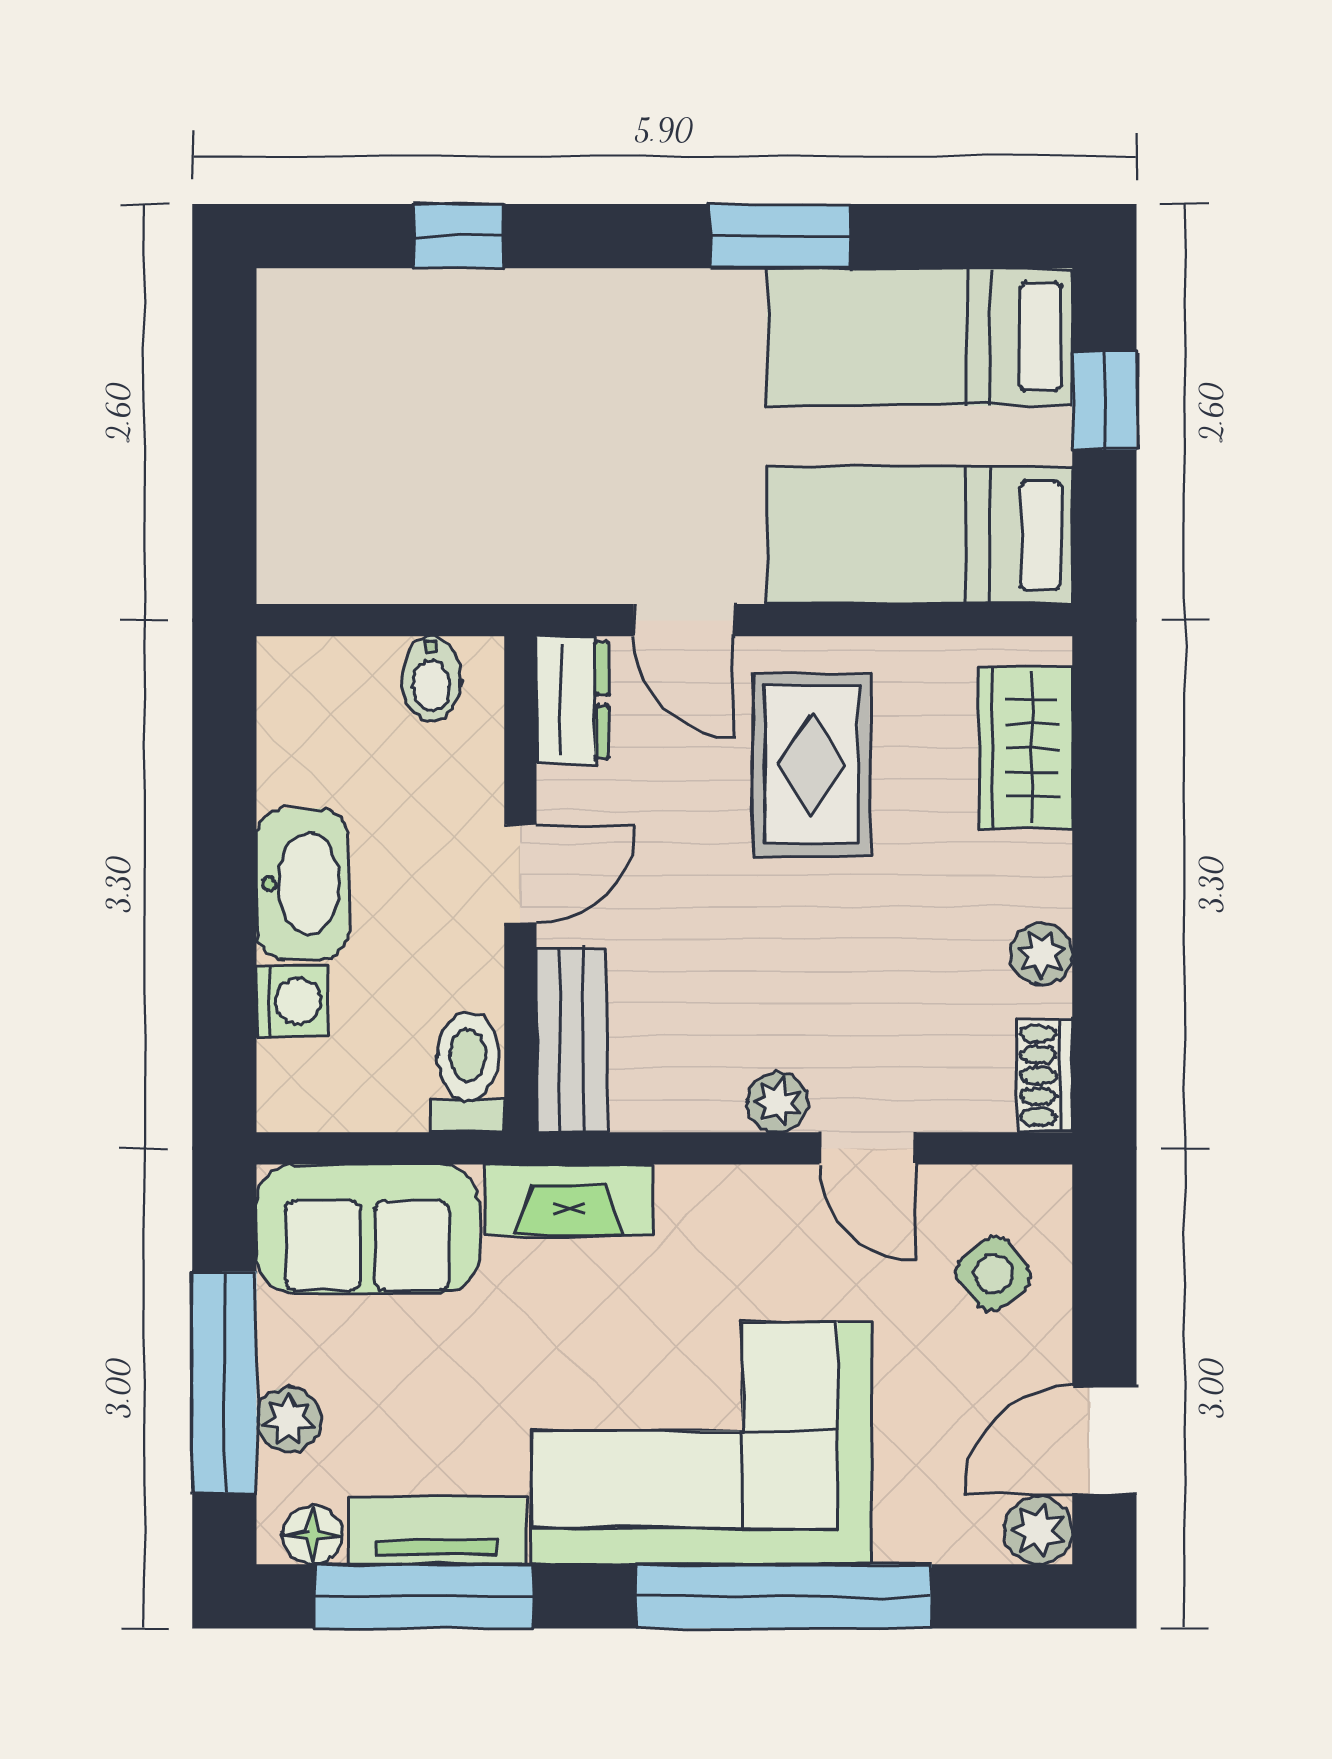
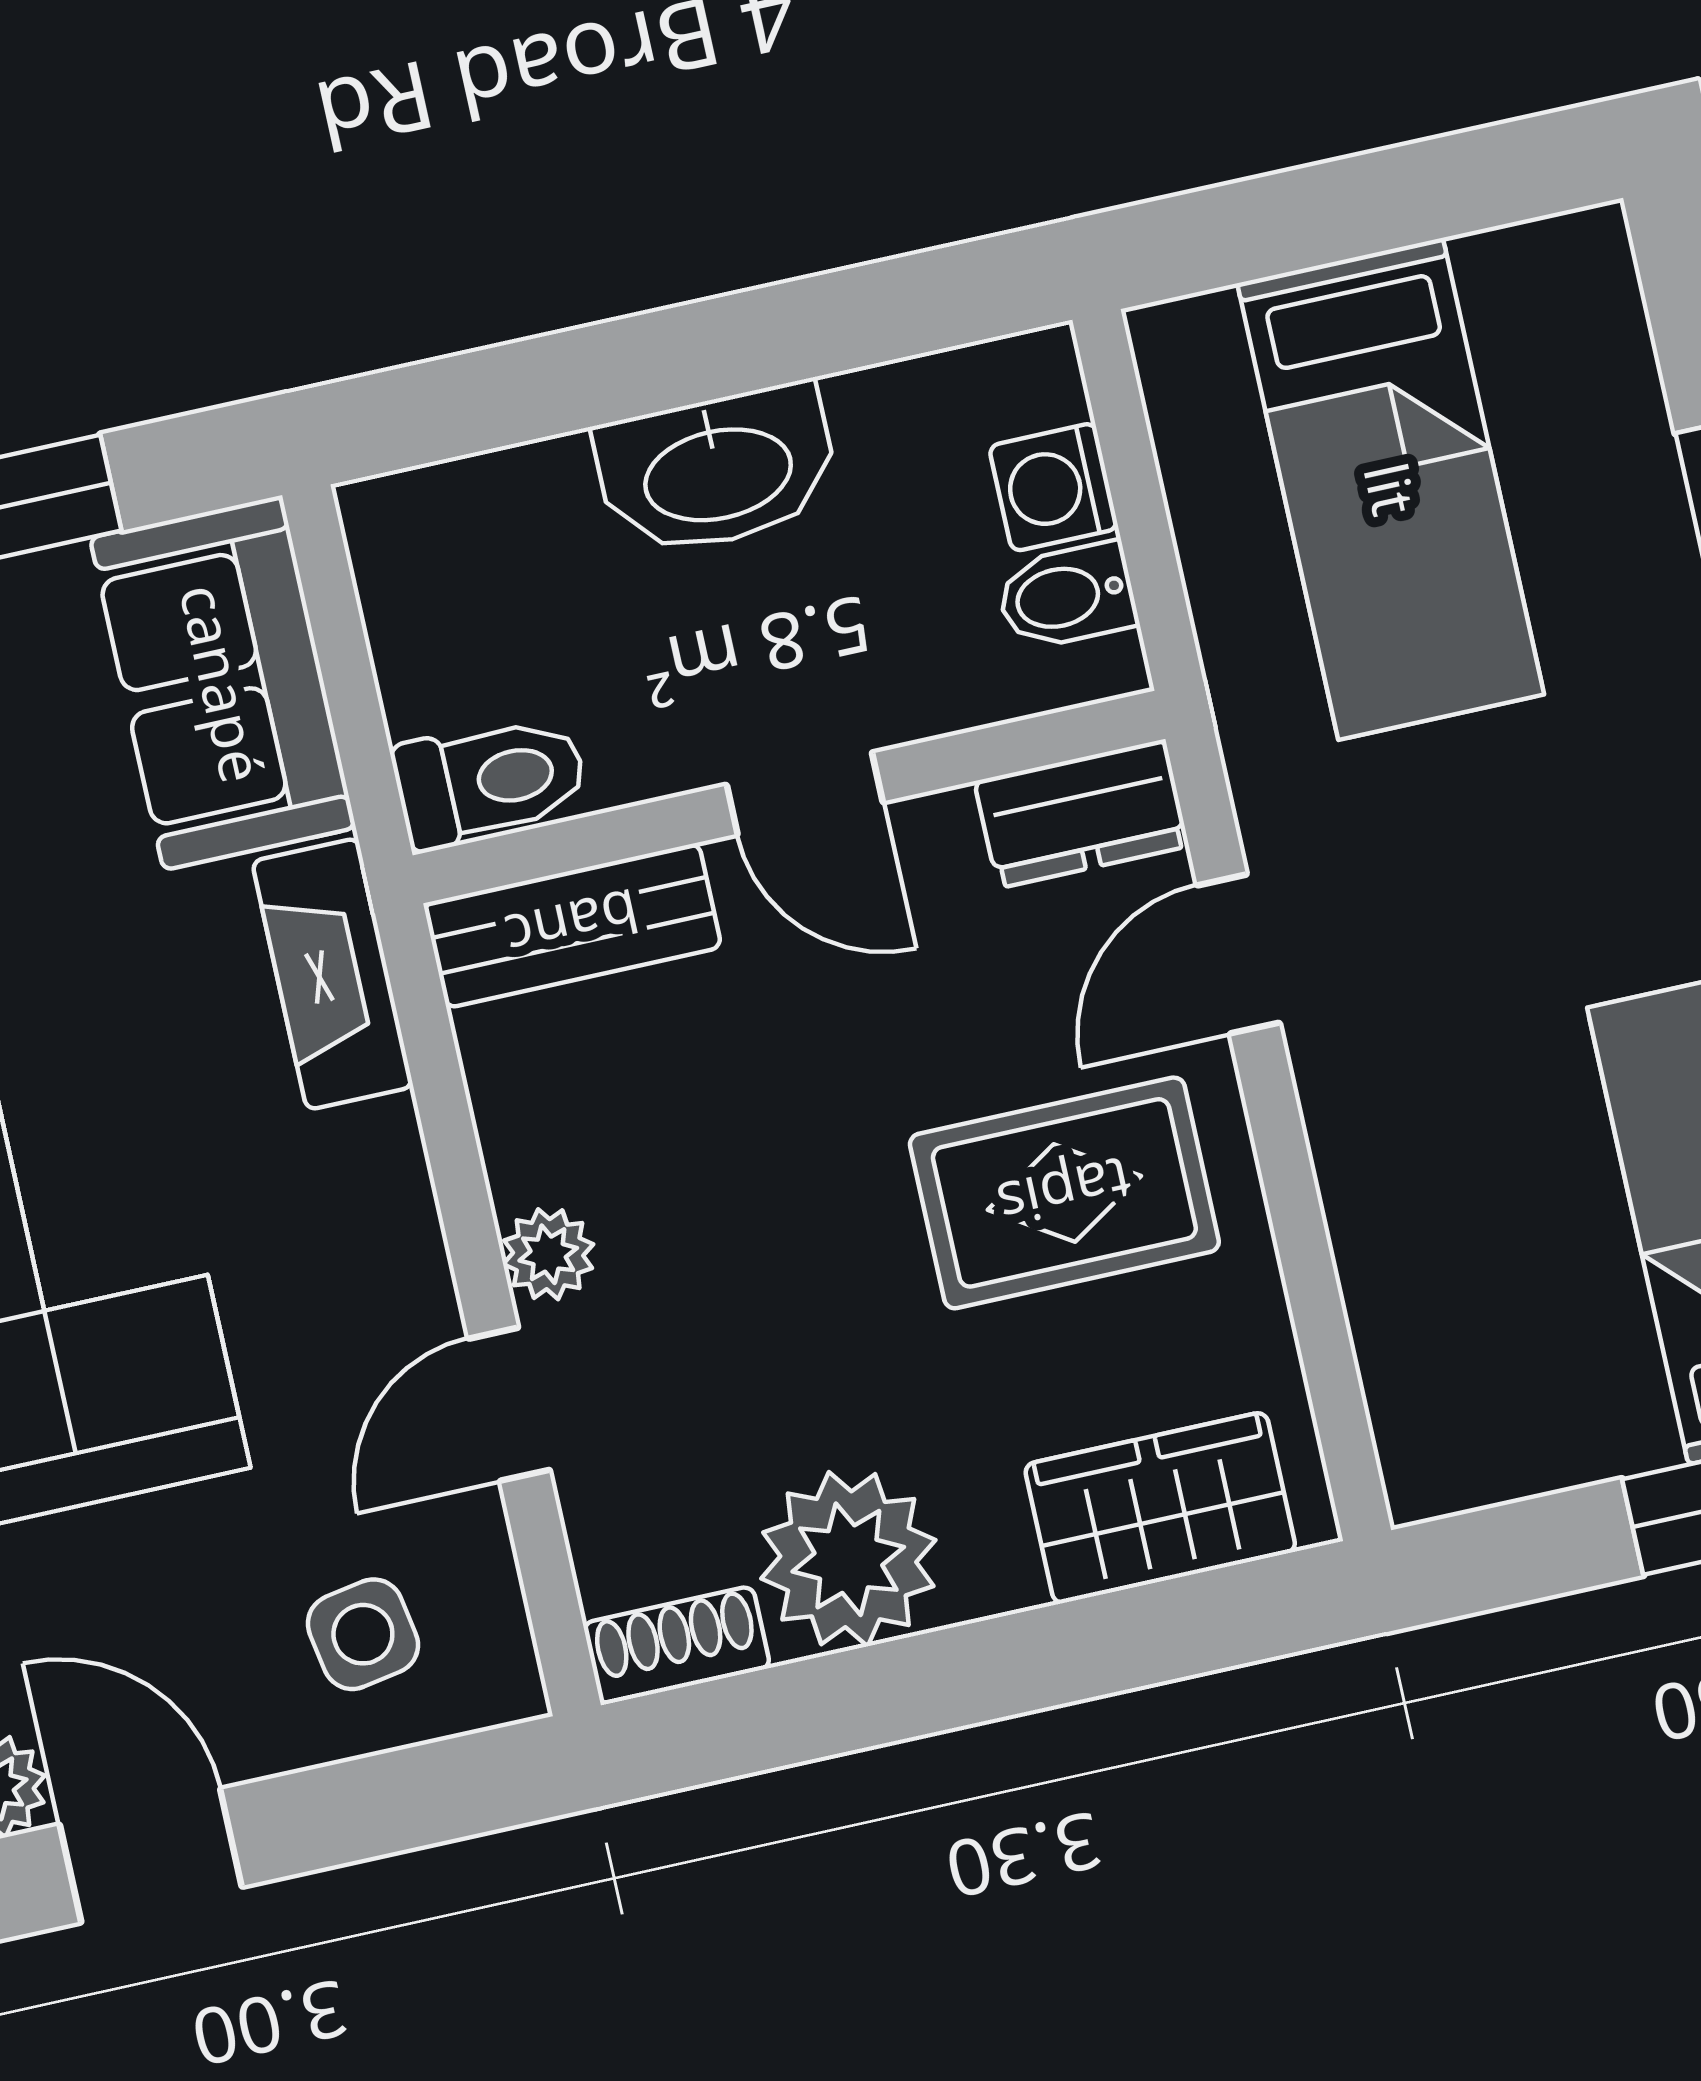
bed: (920, 535) -> (1391, 489), moved, turned 180
plant: (1041, 954) -> (848, 1559), width x1.88, depth x1.88
washing machine: (292, 1001) -> (1054, 487), moved, turned 90
side table: (993, 1274) -> (363, 1634), turned 30

